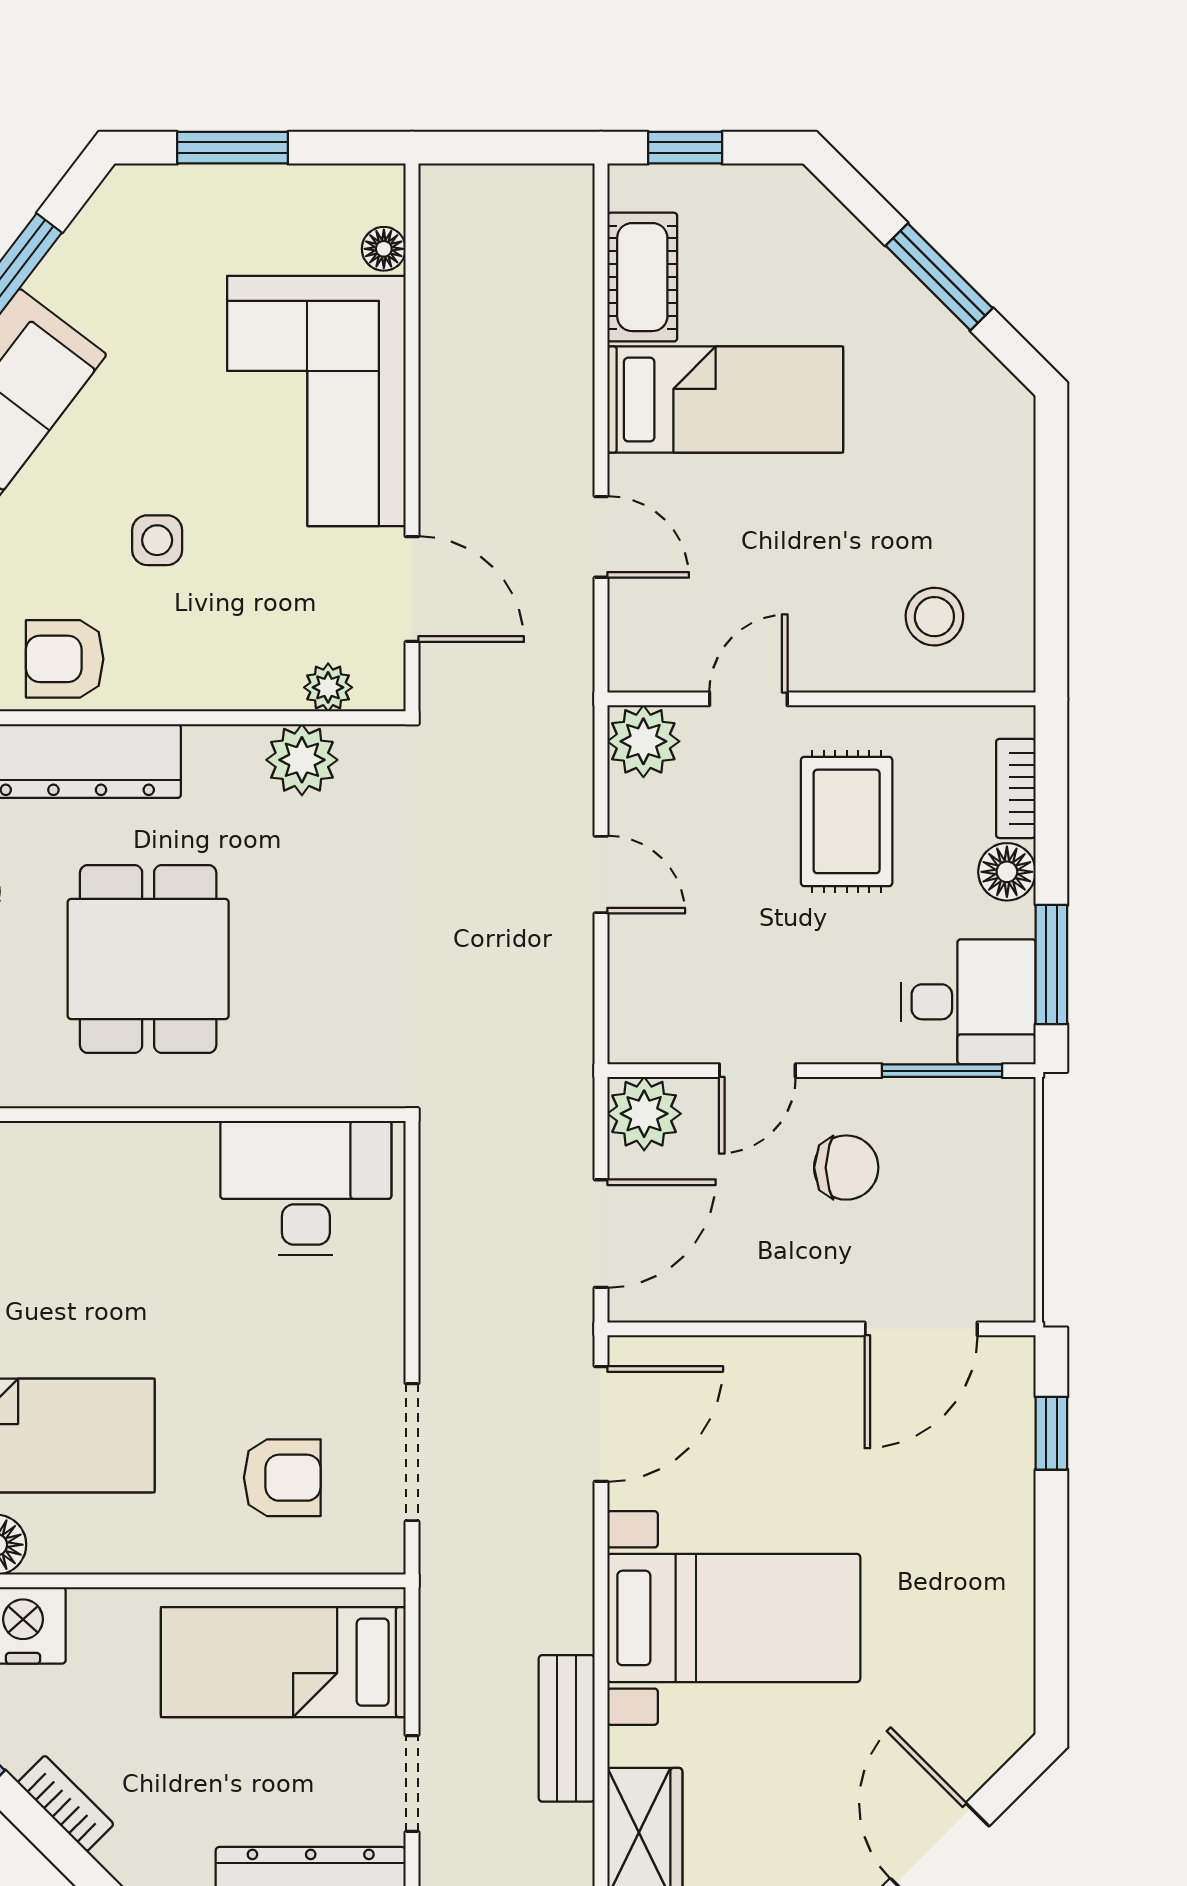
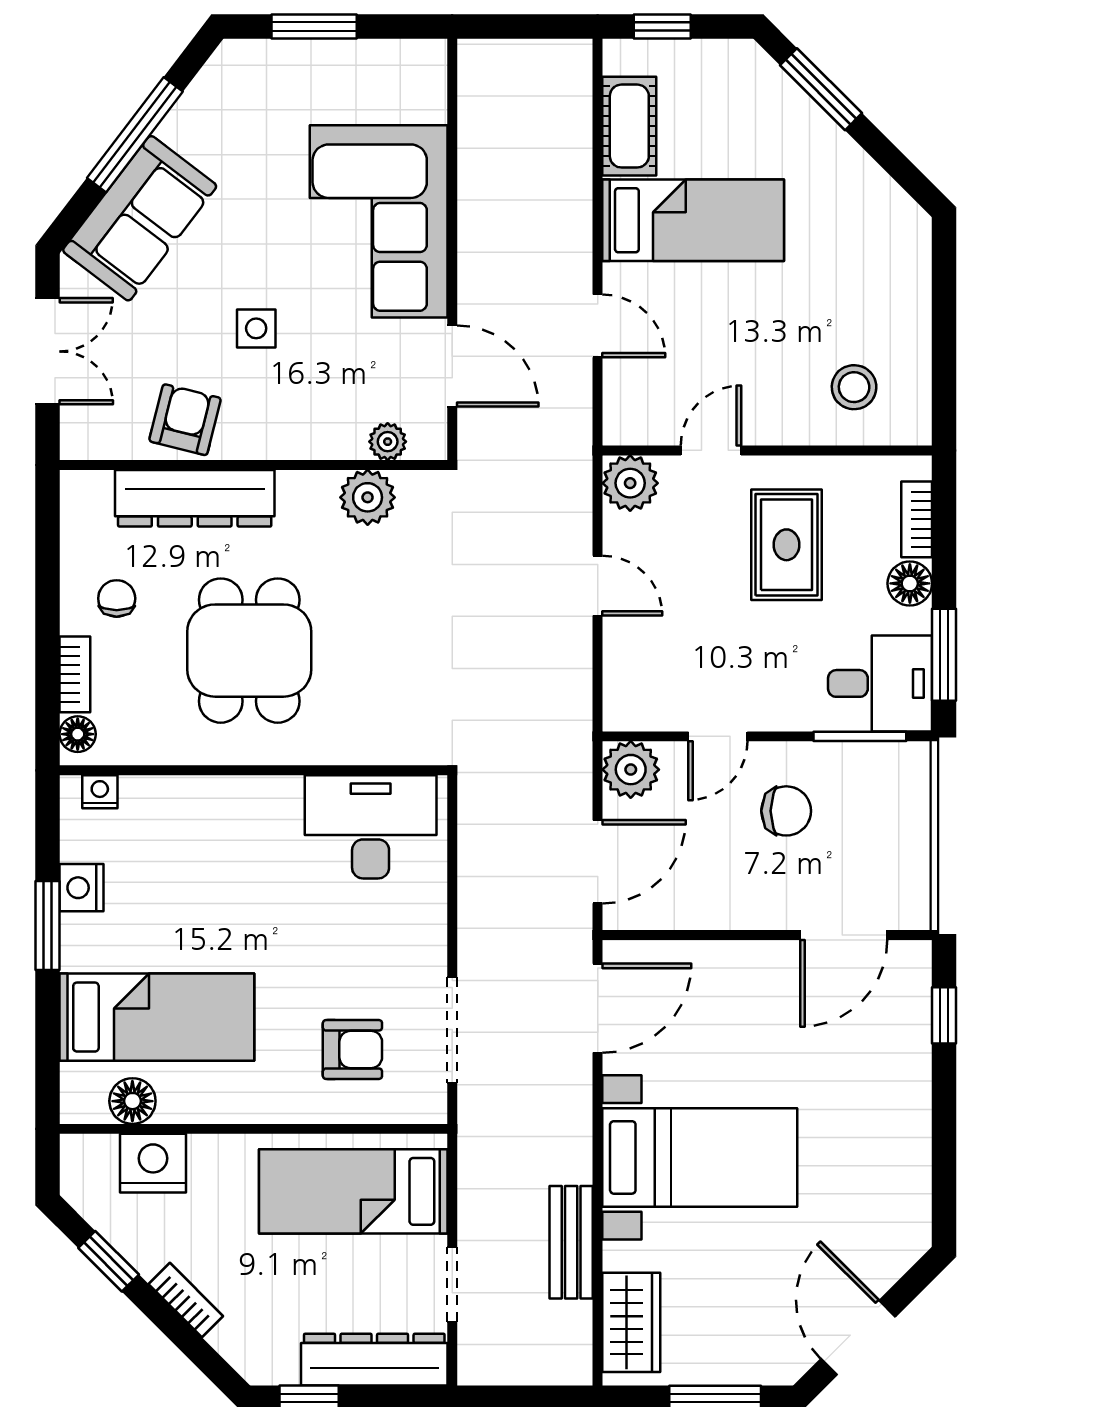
floor lamp: (384, 249) -> (430, 104), removed
window: (939, 277) -> (821, 89), moved
armchair: (65, 659) -> (185, 420), turned 104

